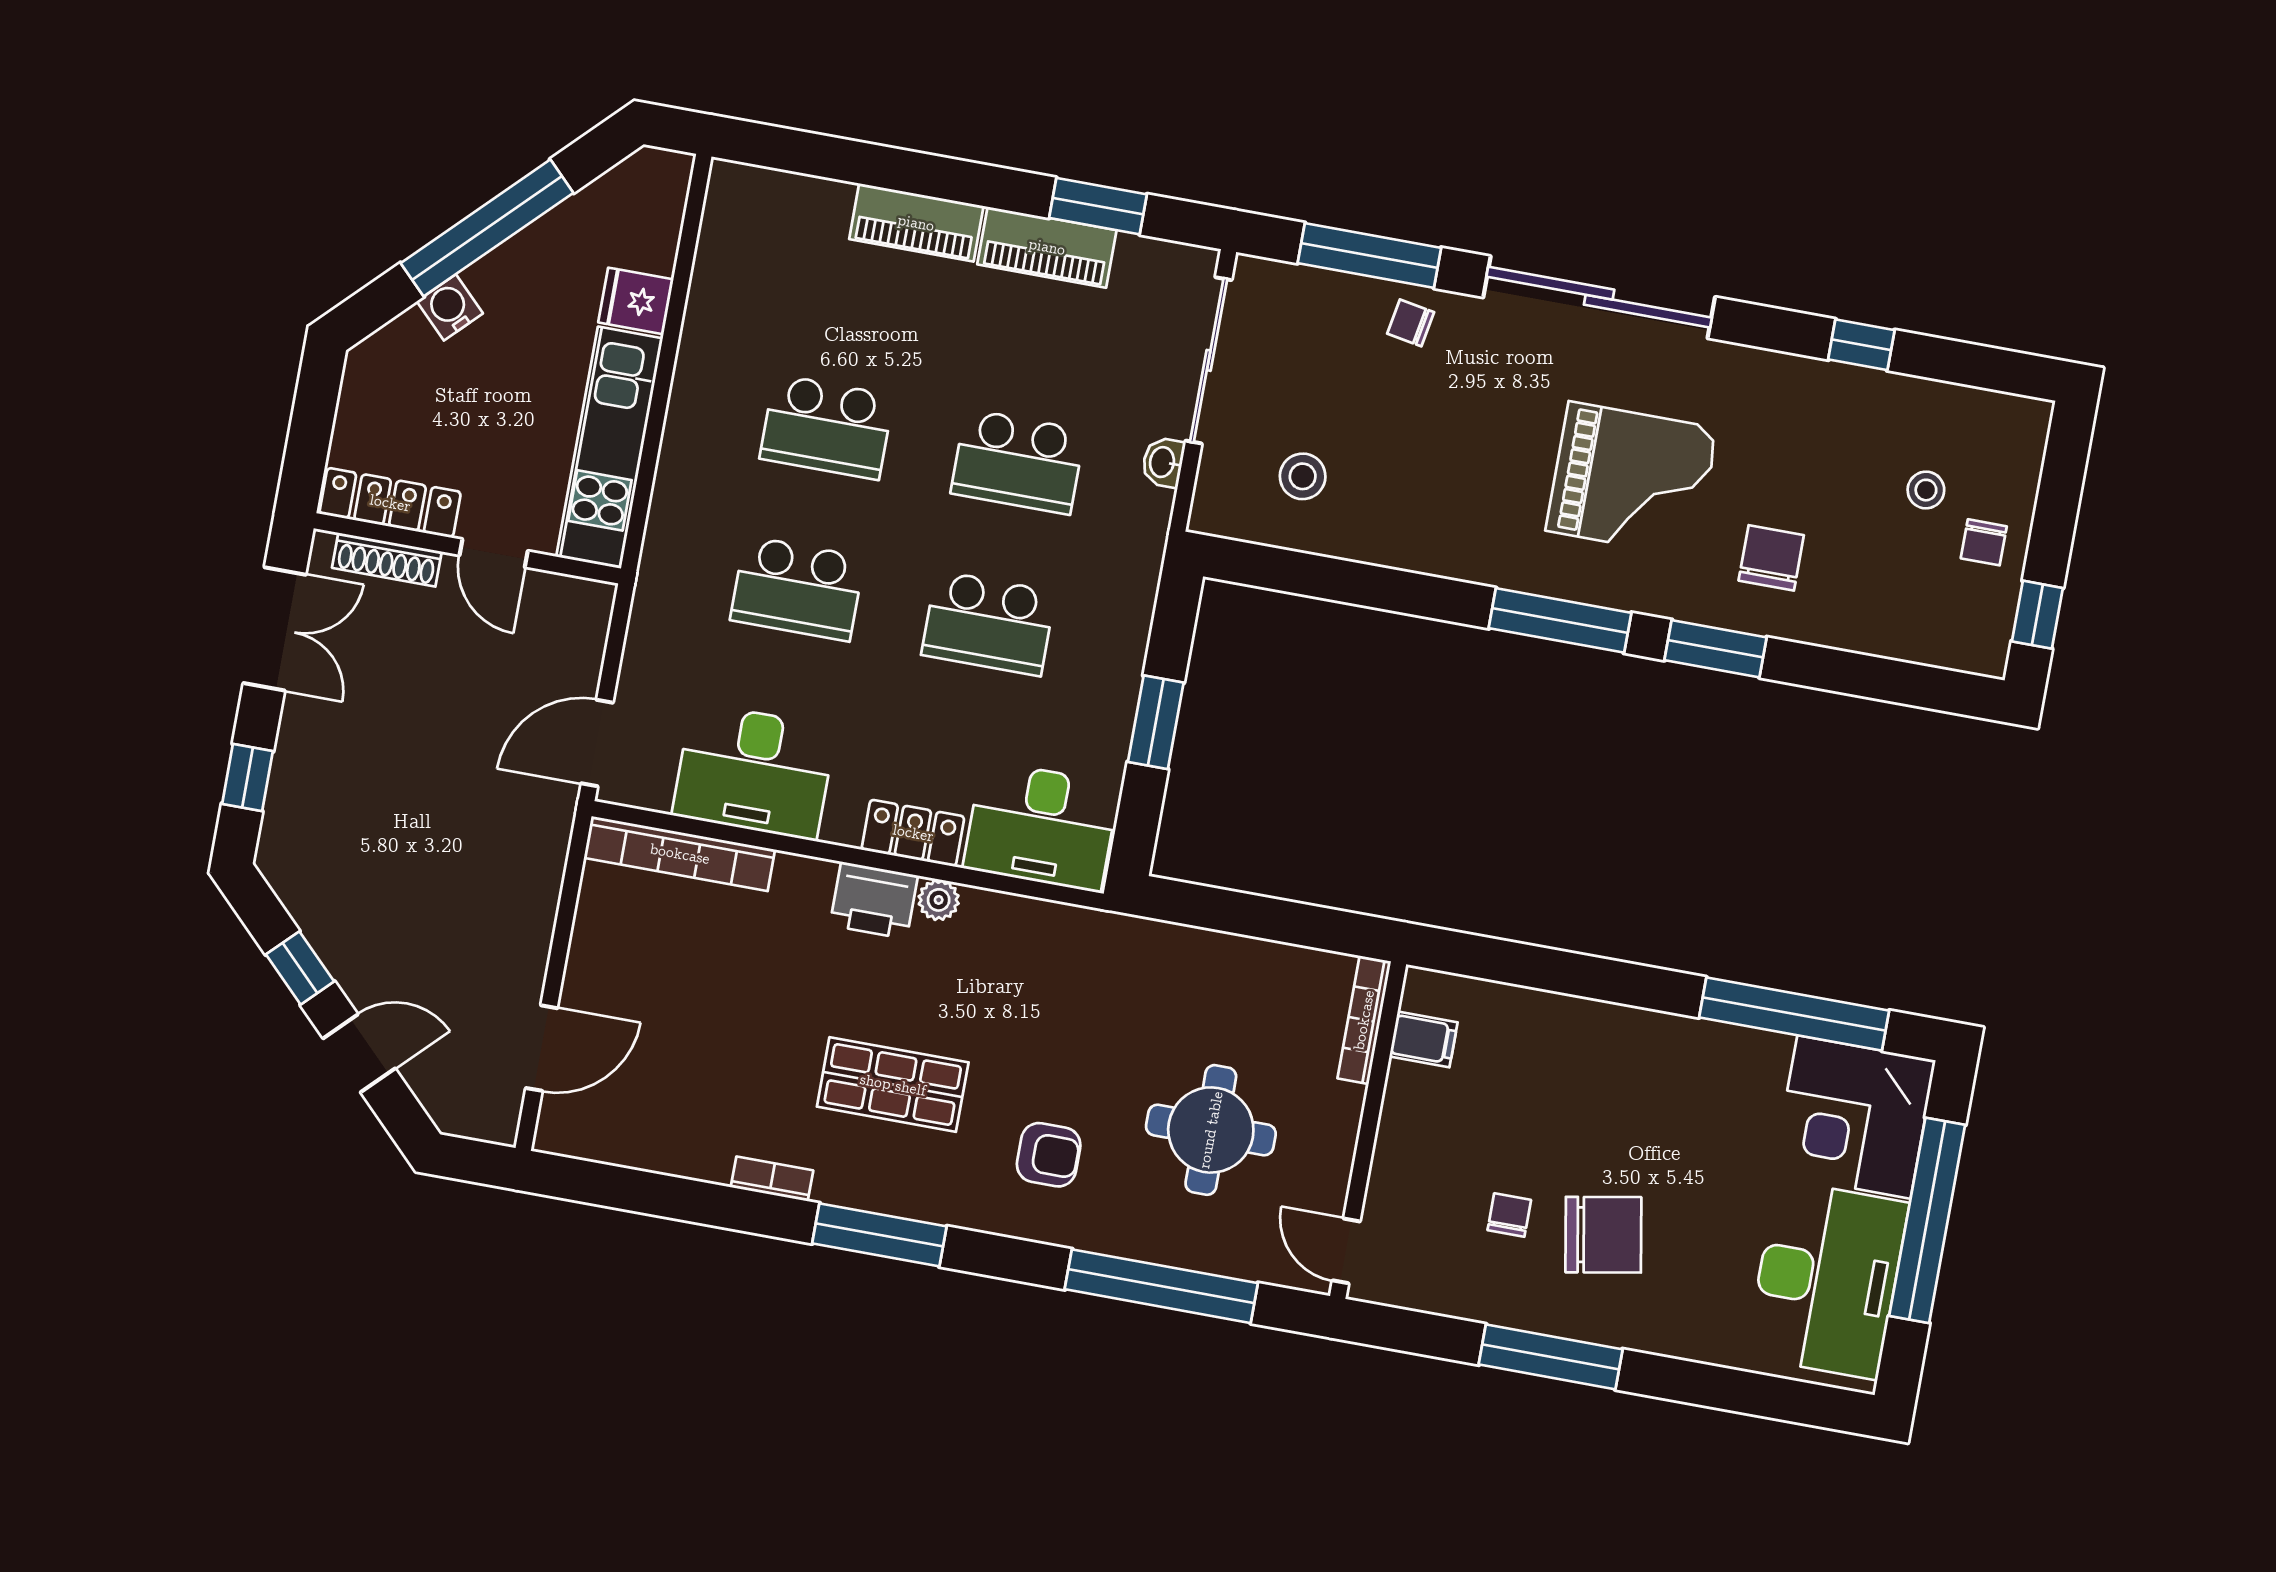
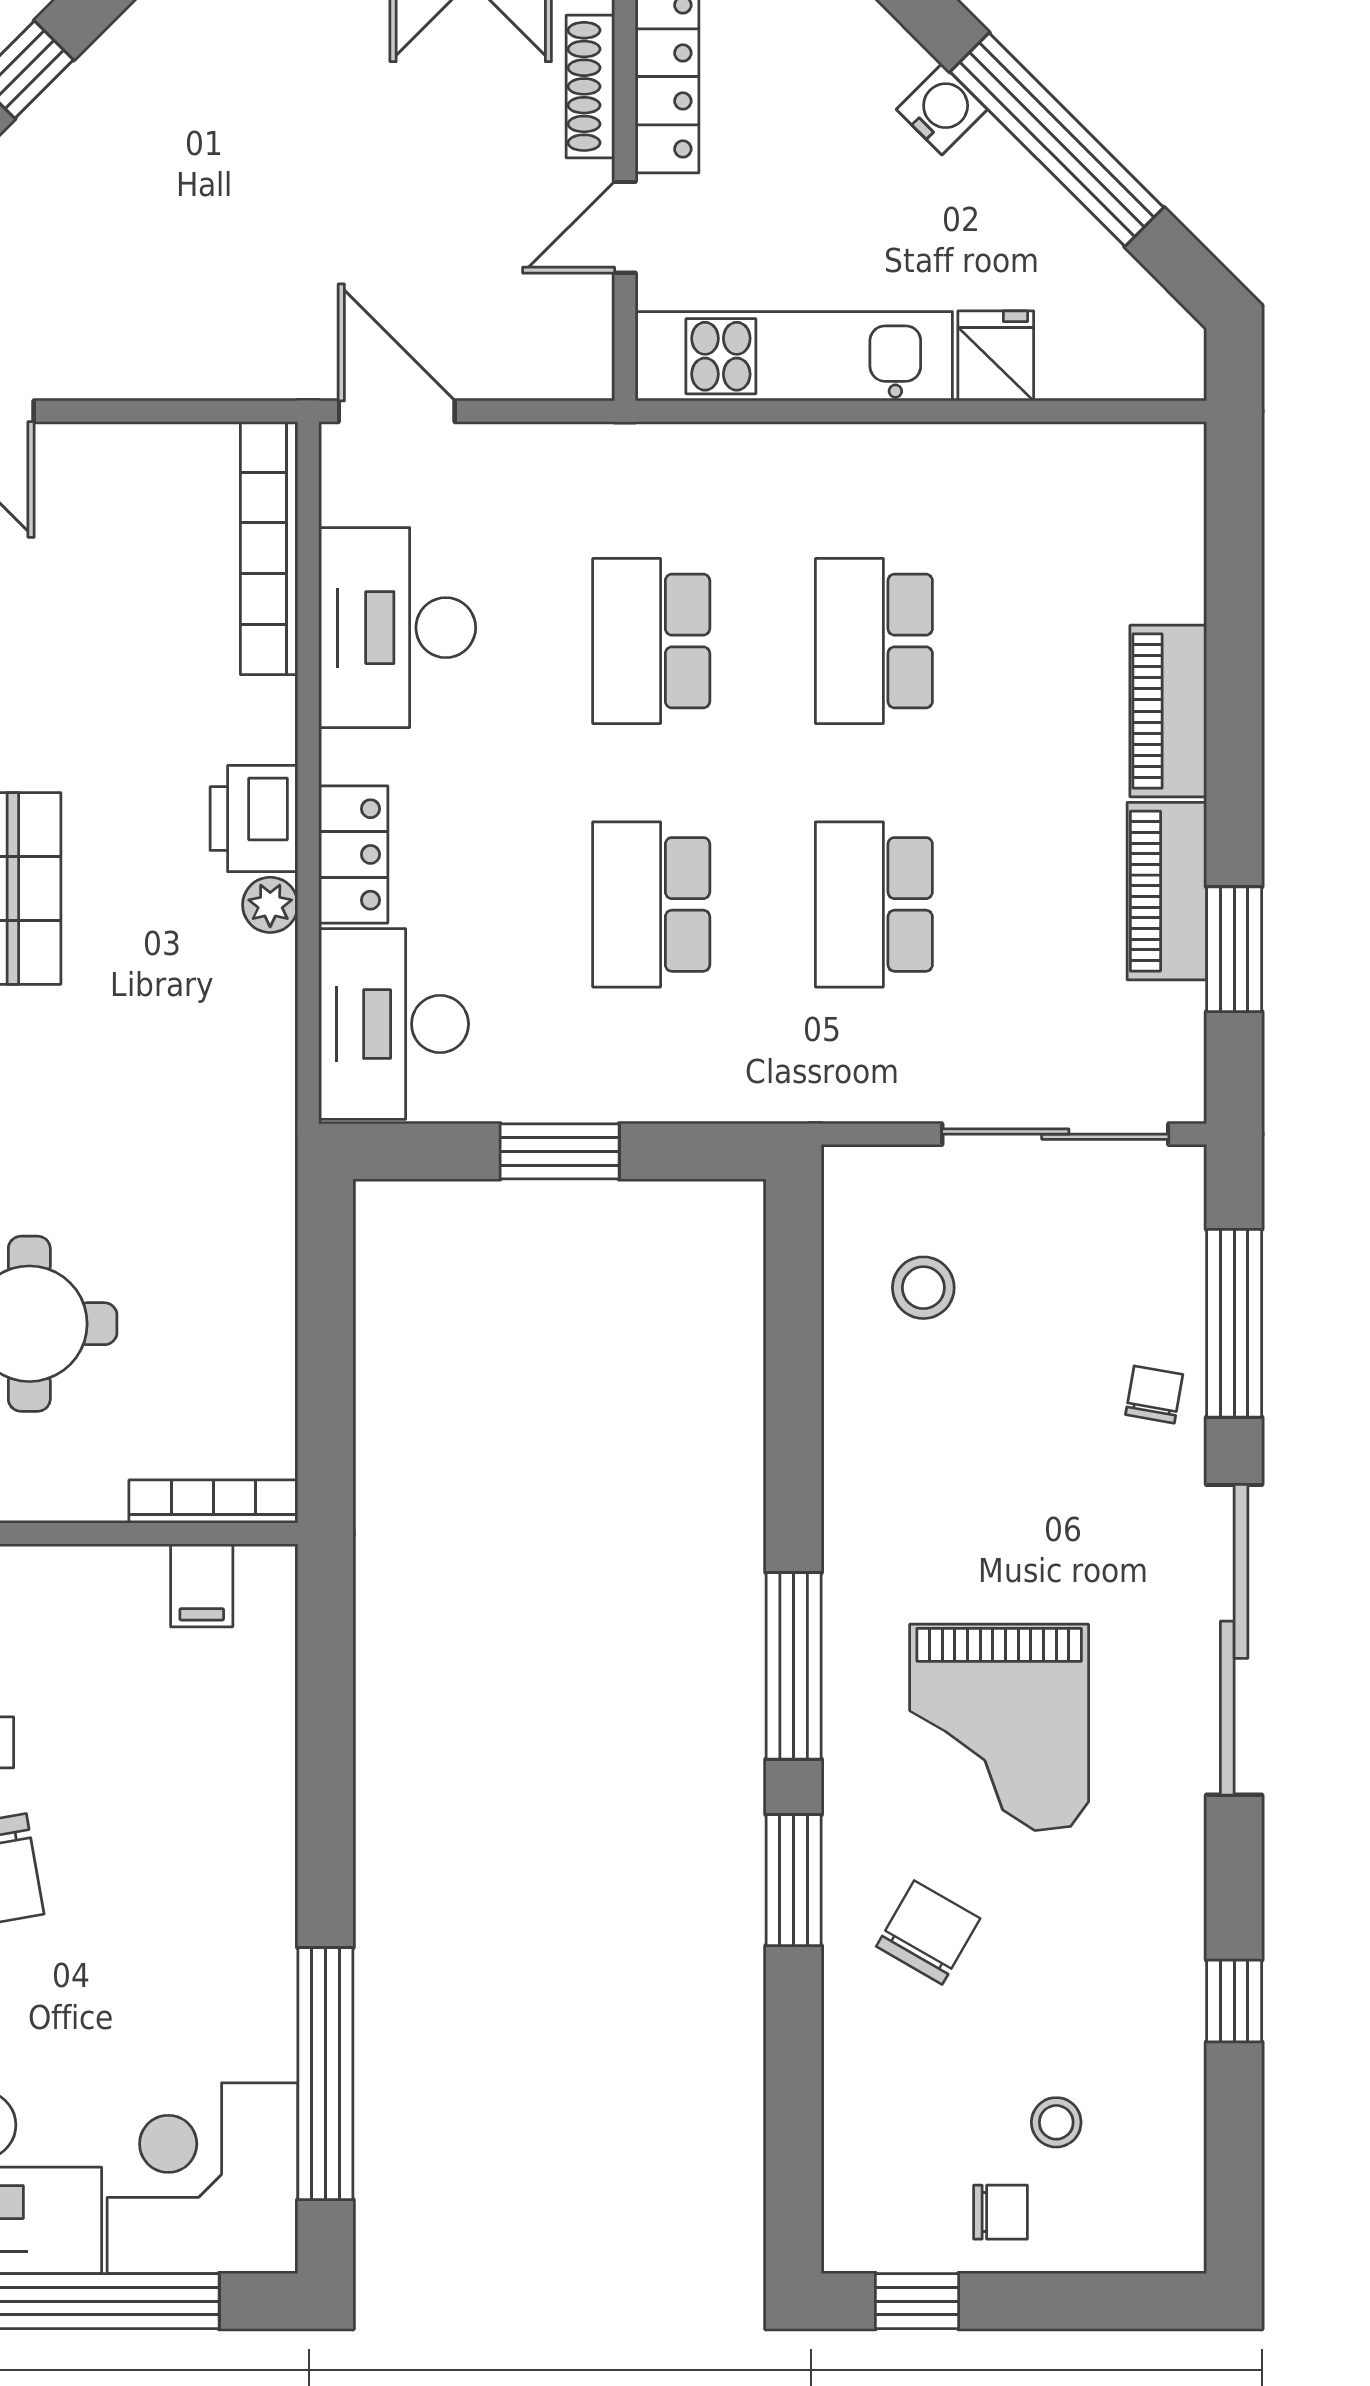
washbasin: (1163, 462) -> (908, 1098), removed
chair: (1984, 542) -> (1001, 2212), turned 180
chair: (1771, 558) -> (928, 1932), turned -60

